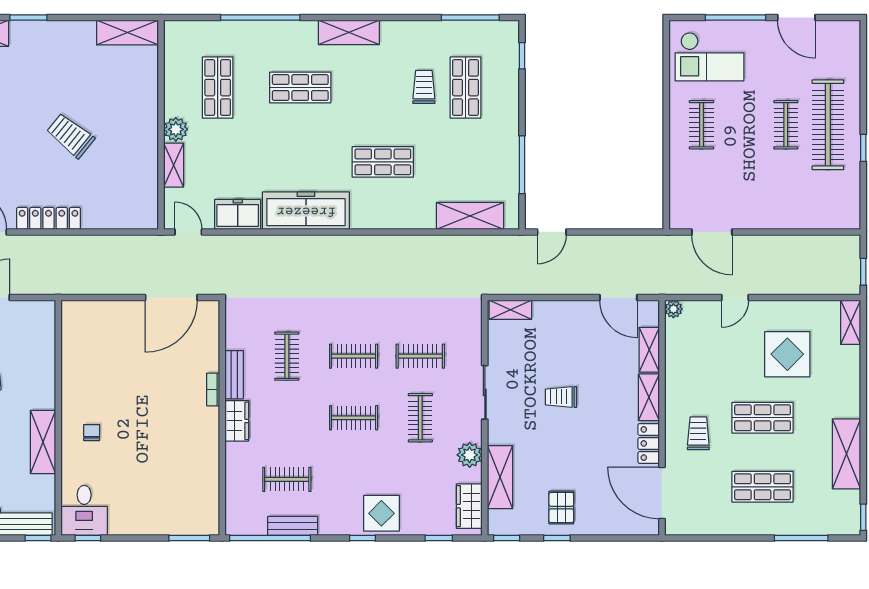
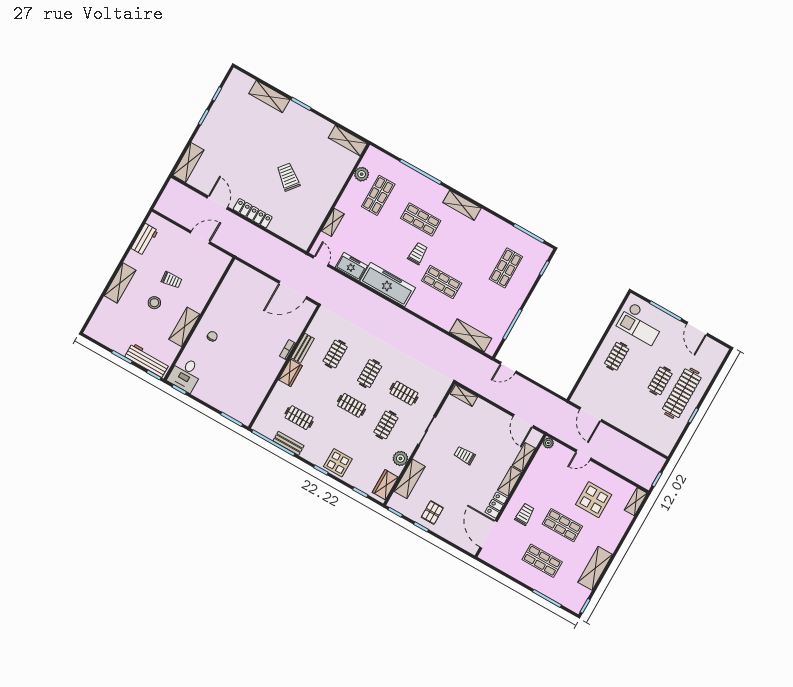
trolley: (424, 87) -> (418, 253), moved
plant: (176, 129) -> (362, 174), moved
clothes rail: (354, 356) -> (370, 374), turned 90

